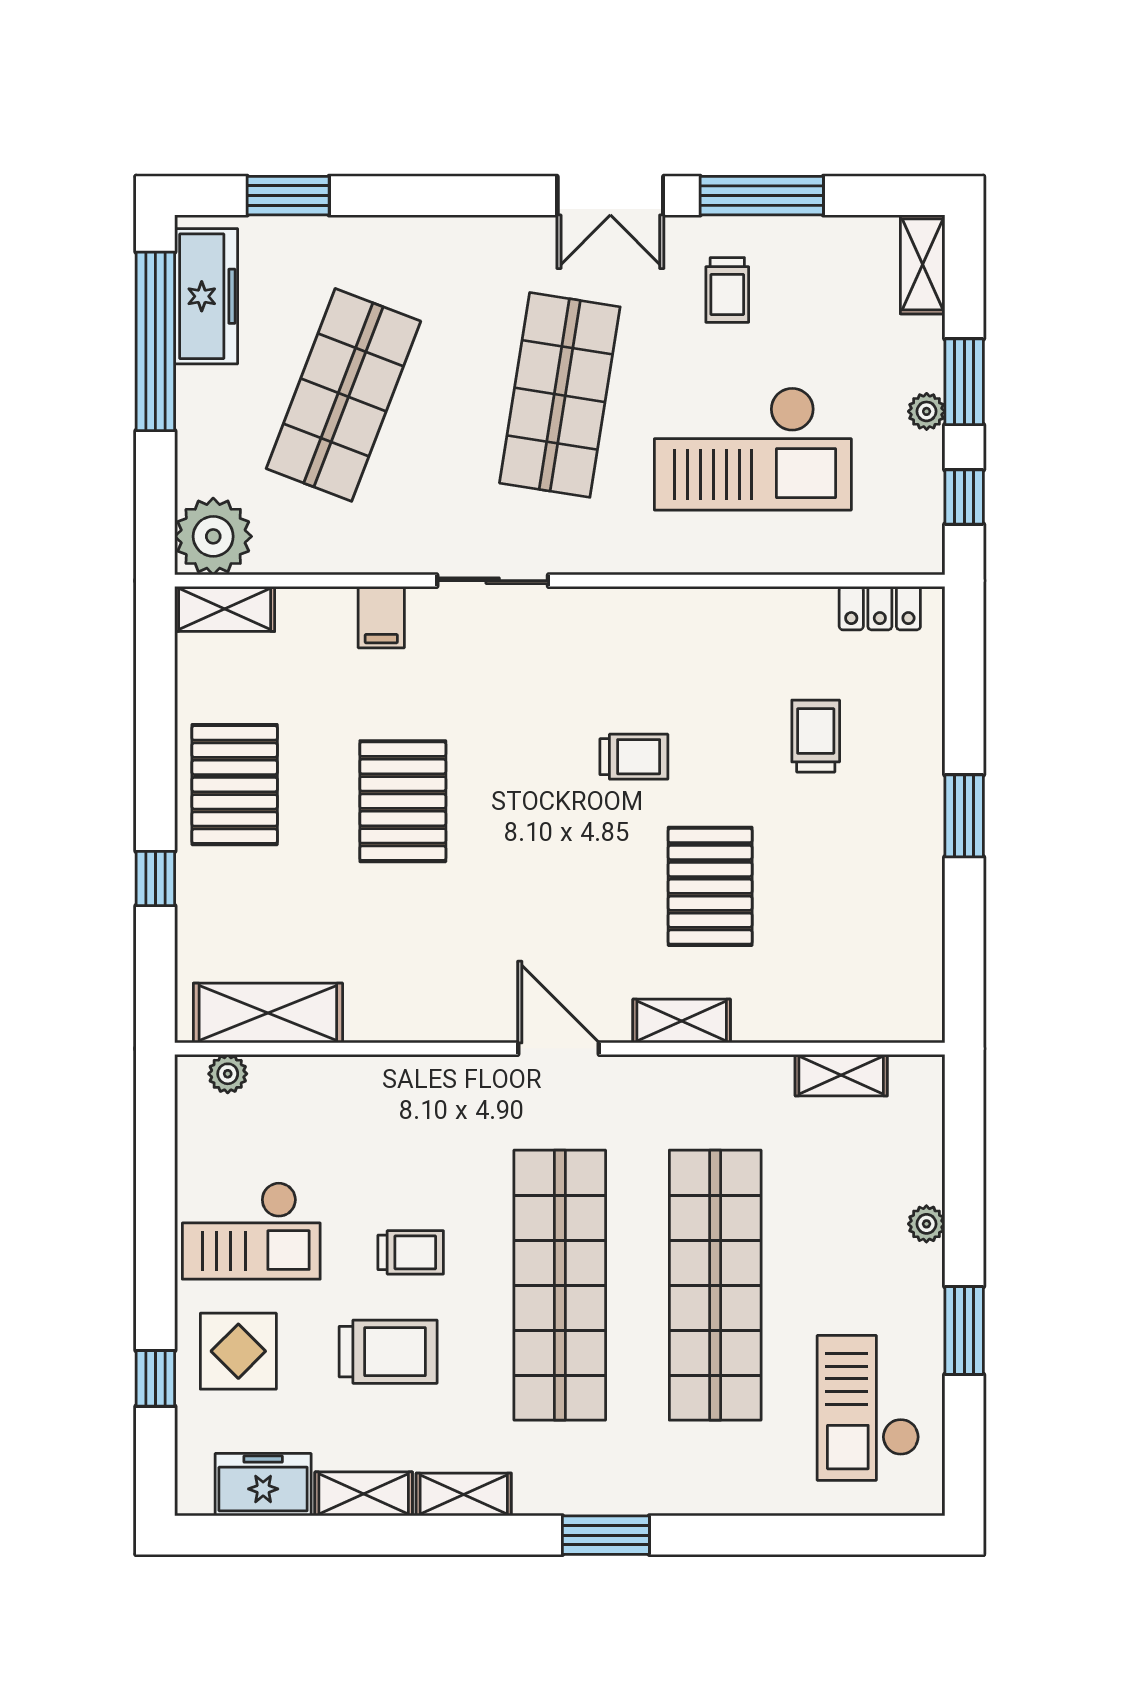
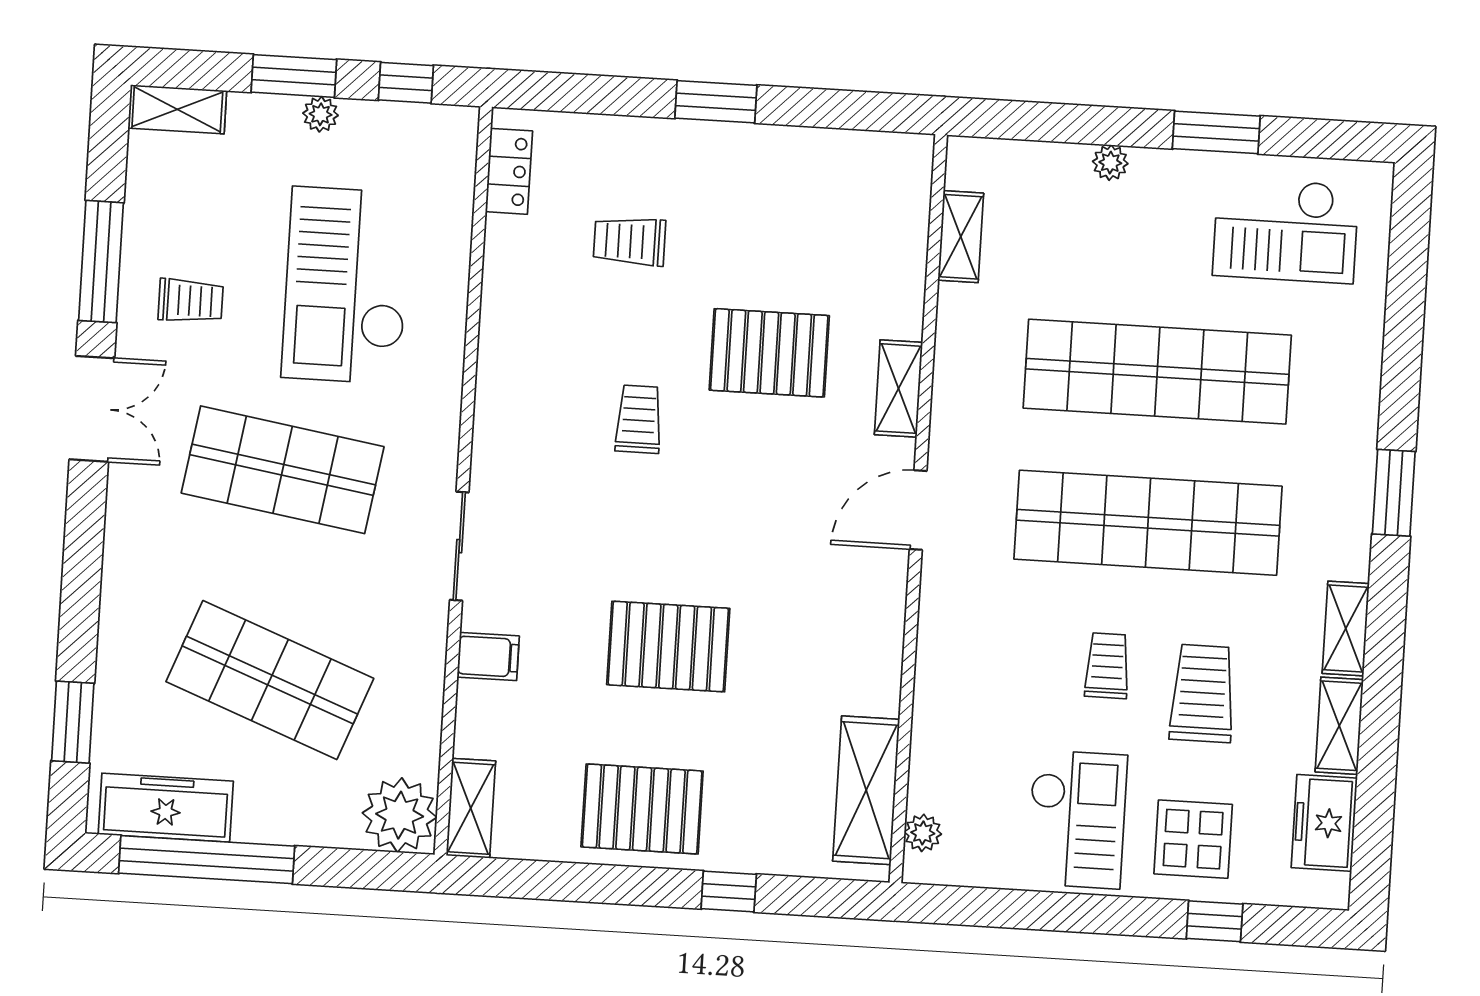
checkout: (753, 449) -> (346, 285), turned 180

